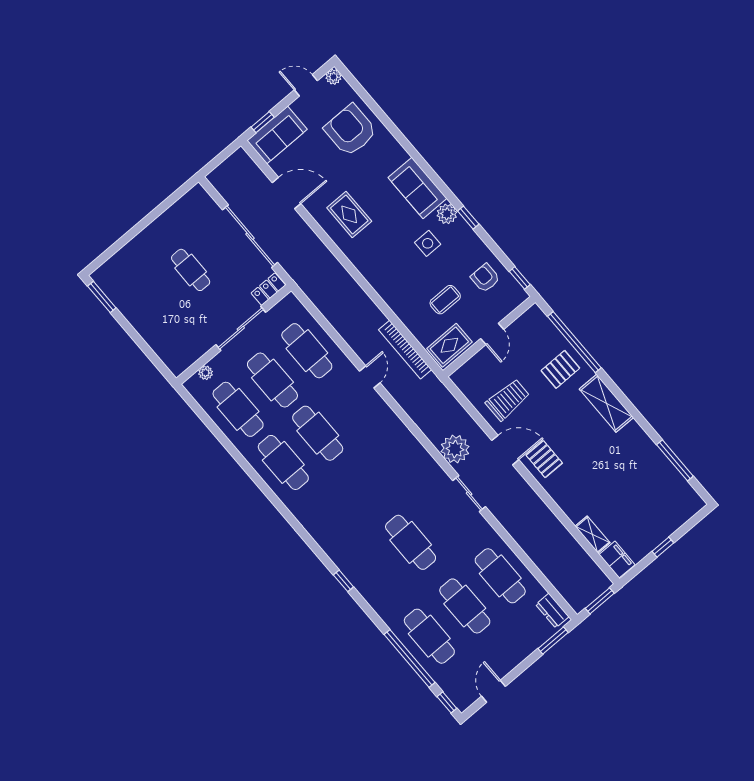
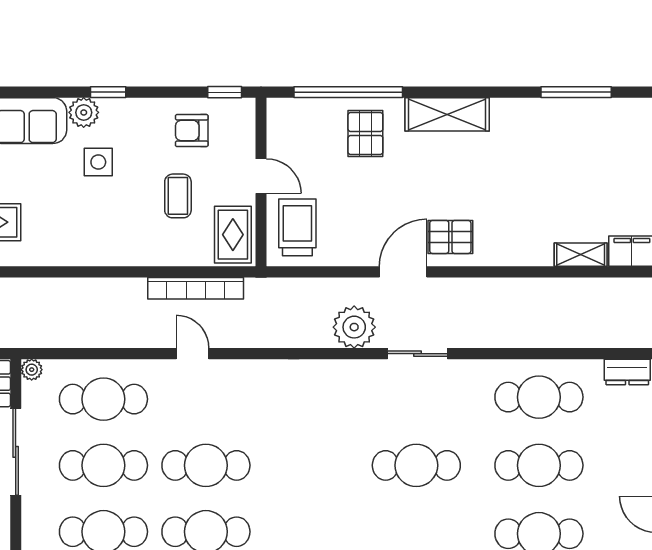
plant: (206, 373) -> (32, 370), moved
trolley: (508, 400) -> (297, 227), moved

